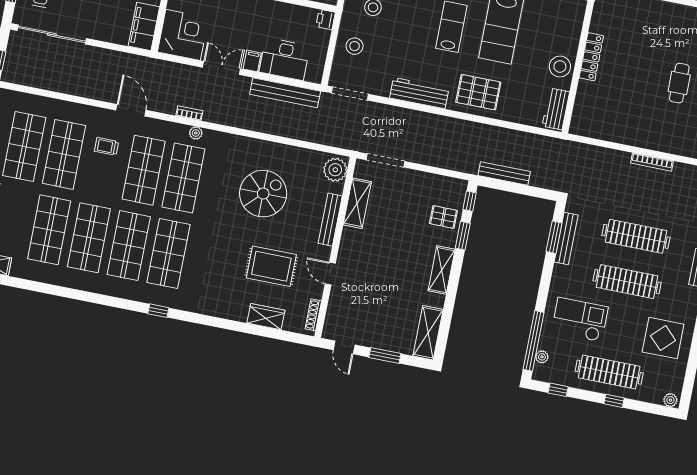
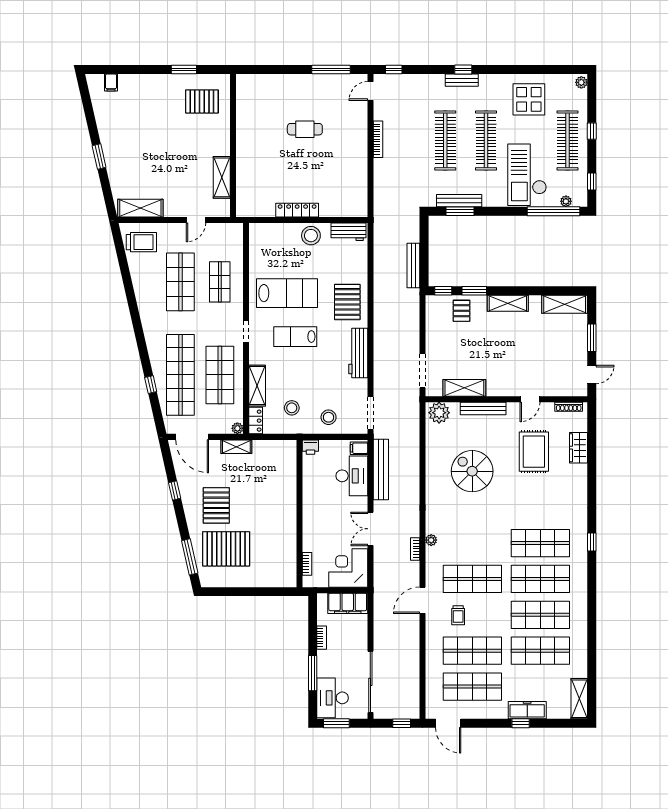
filing cabinet: (252, 61) -> (359, 448), moved
shop shelf: (183, 178) -> (472, 543), removed
checkout: (580, 320) -> (527, 175), width x1.36, depth x1.21

